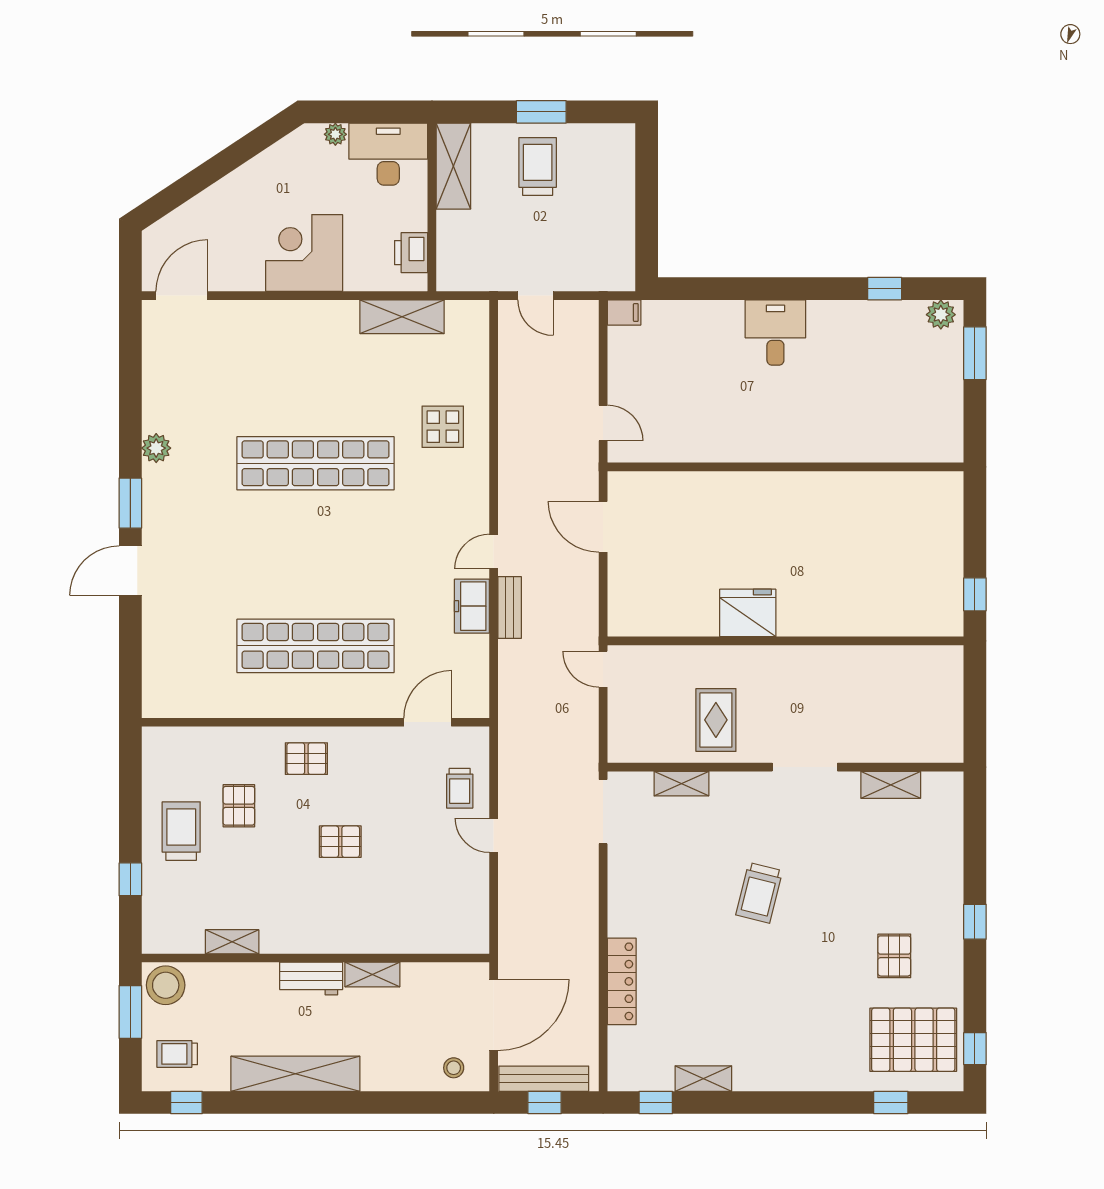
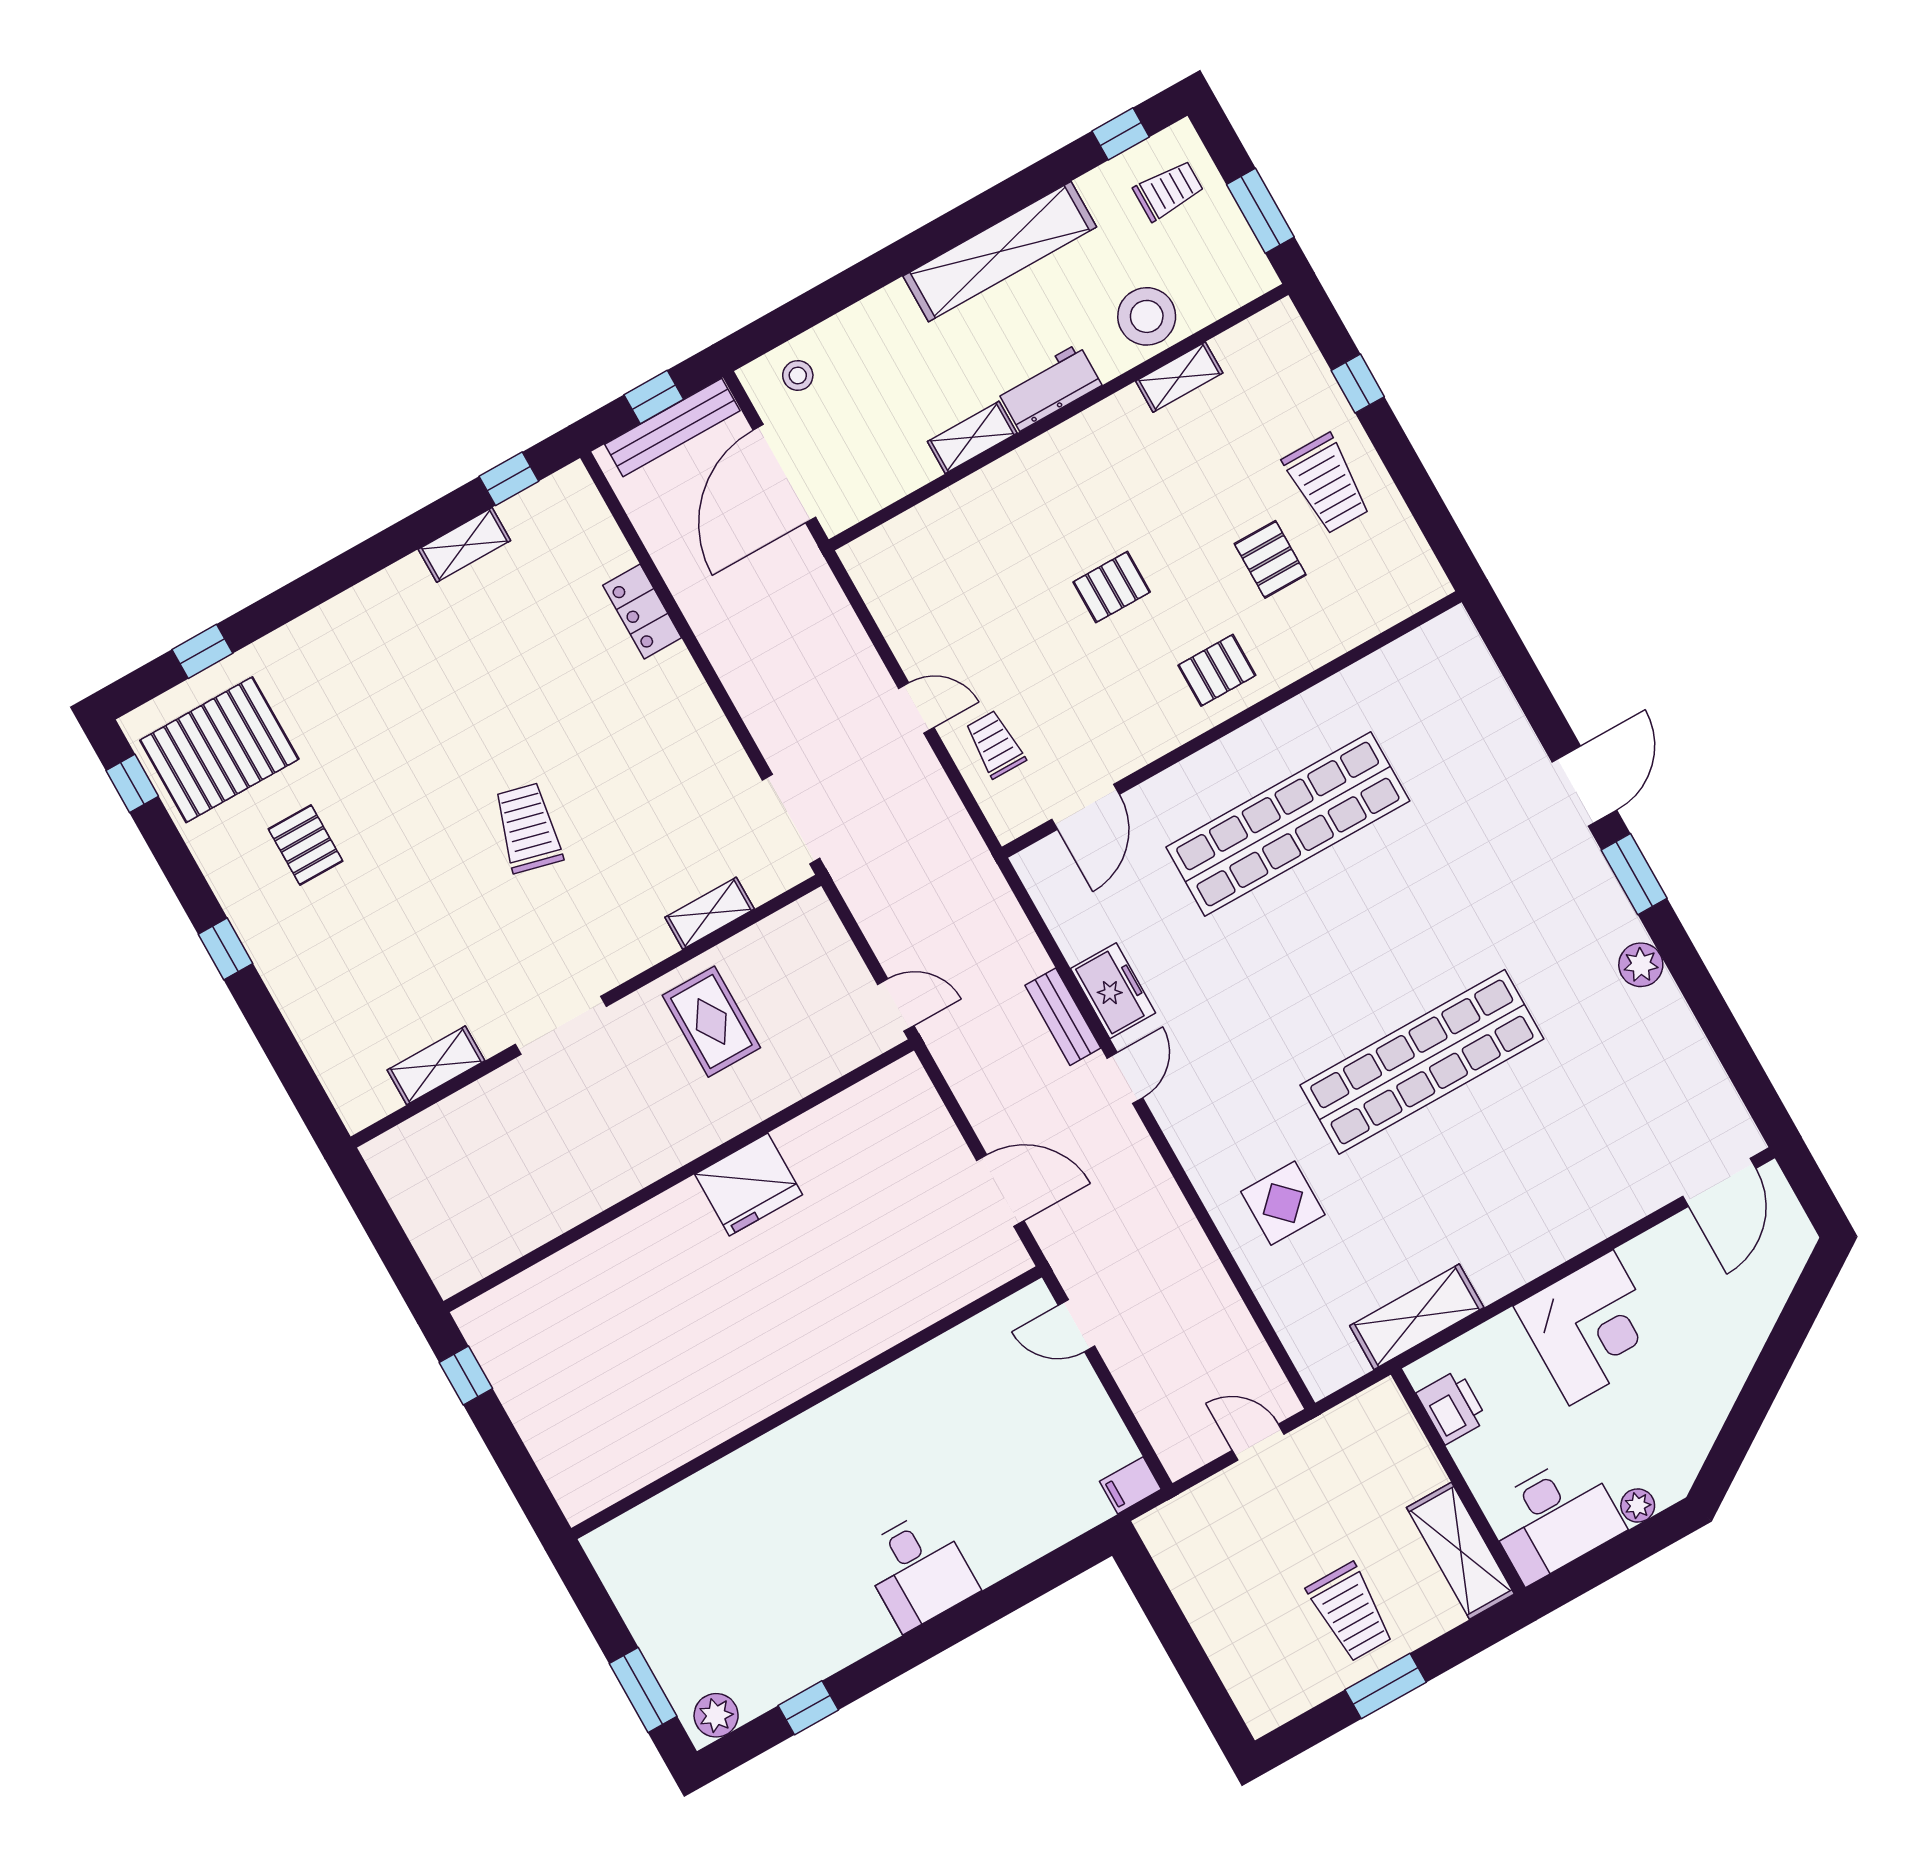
locker: (622, 981) -> (642, 612), width x0.66
stool: (166, 985) -> (1147, 316), moved

